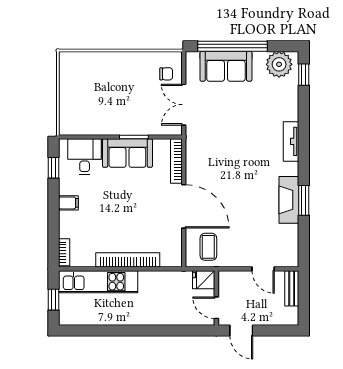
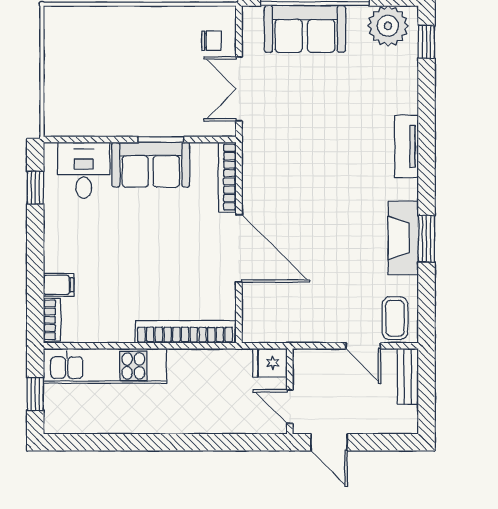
filing cabinet: (68, 203) -> (59, 285), moved
coffee table: (208, 247) -> (395, 318), moved
bookcase: (128, 260) -> (185, 332), moved

